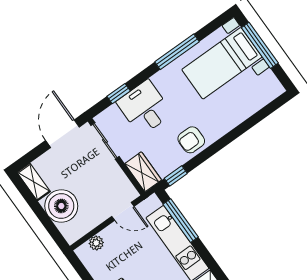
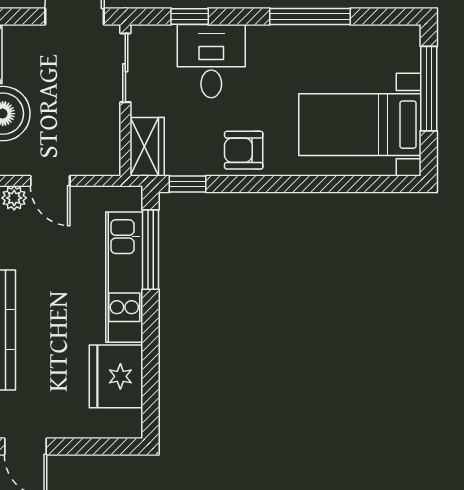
bed with nightstands: (222, 63) -> (360, 125), moved
door: (123, 211) -> (50, 181), moved

